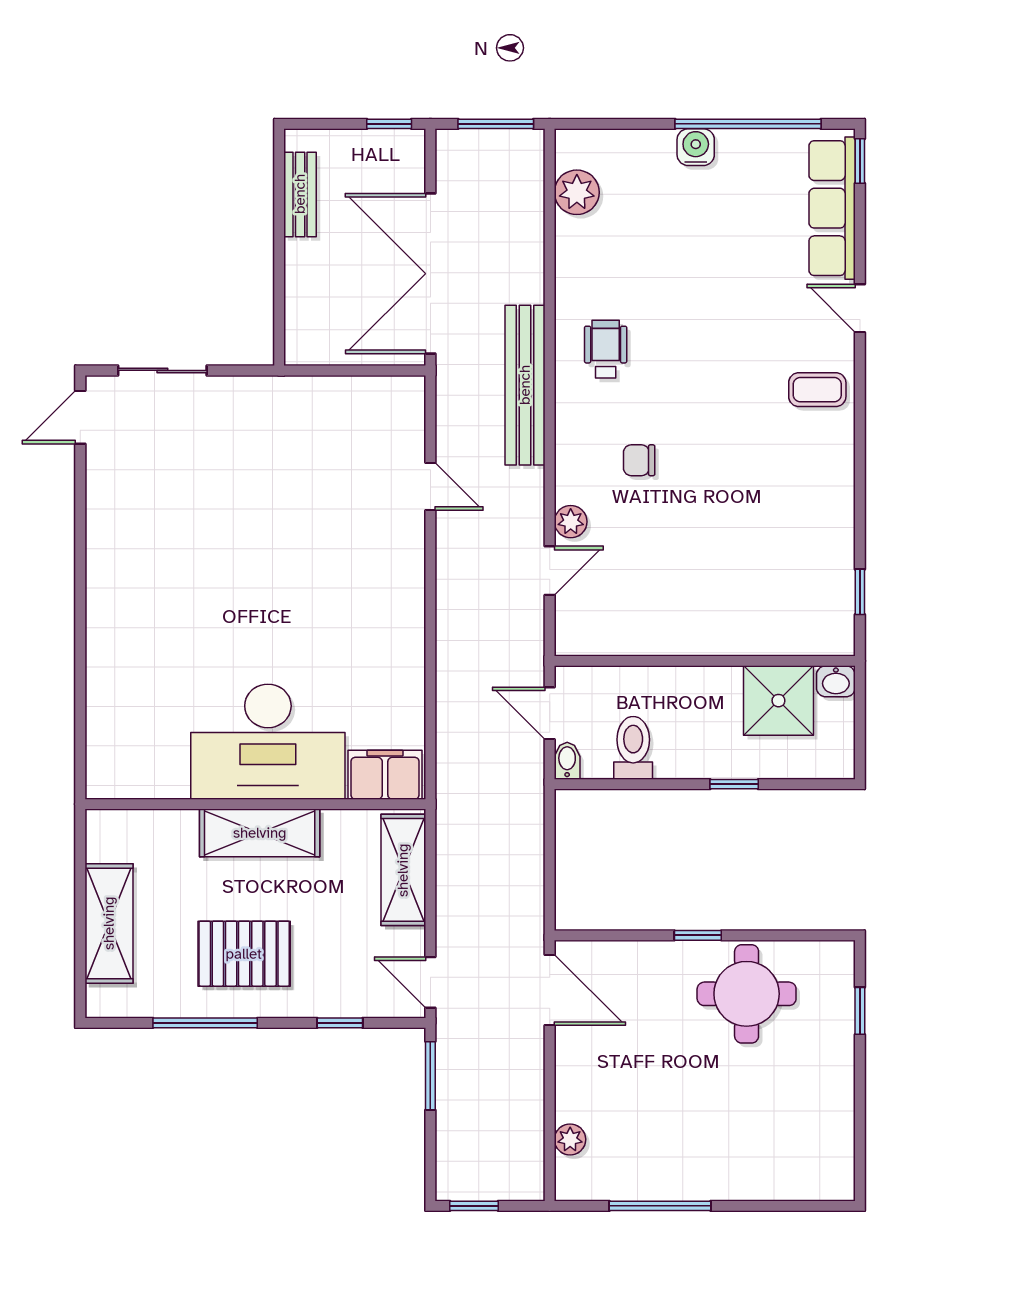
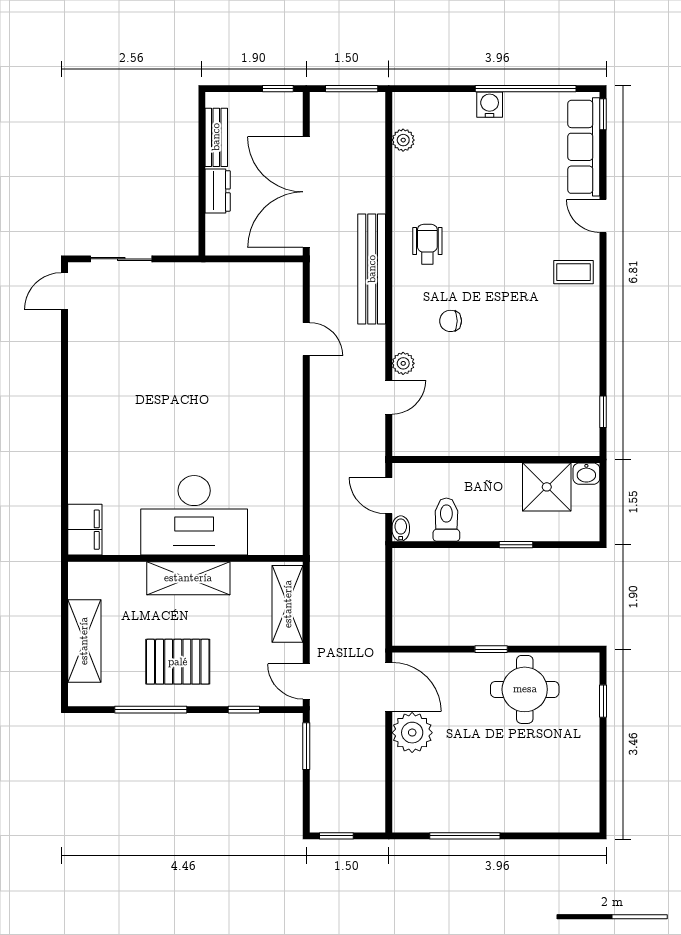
plant: (577, 192) -> (403, 140), width x0.73, depth x0.73
dresser: (302, 272) -> (218, 191), added
filing cabinet: (385, 775) -> (85, 530), moved, turned 90
plant: (570, 1139) -> (412, 733), moved, width x1.88, depth x1.88

